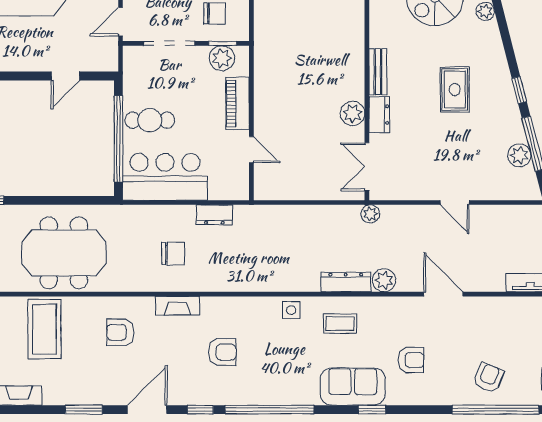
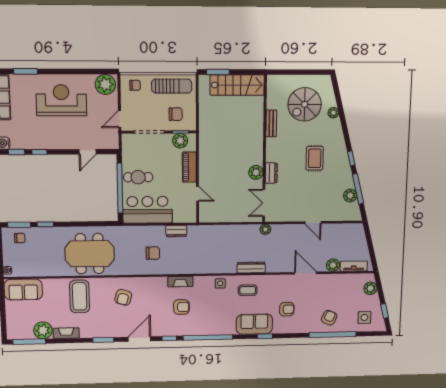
bench: (378, 72) -> (271, 123), moved
plant: (384, 280) -> (333, 265), moved
fireplace: (178, 306) -> (180, 282), moved
armchair: (120, 332) -> (123, 297), turned -75

